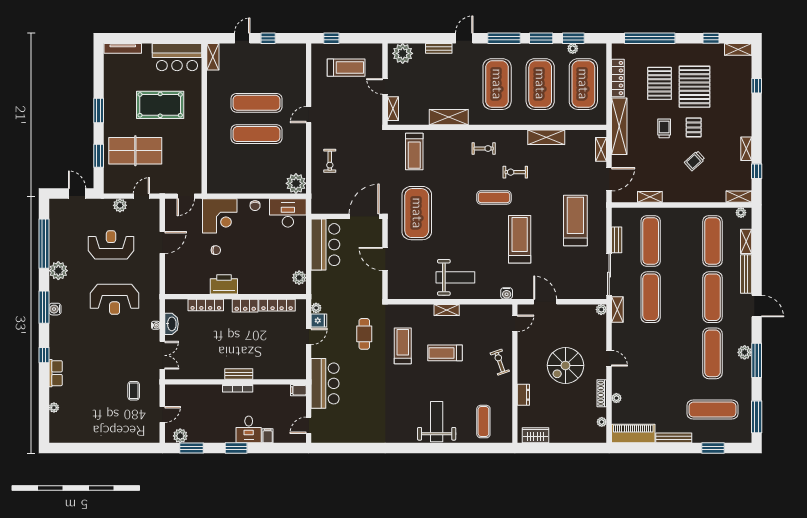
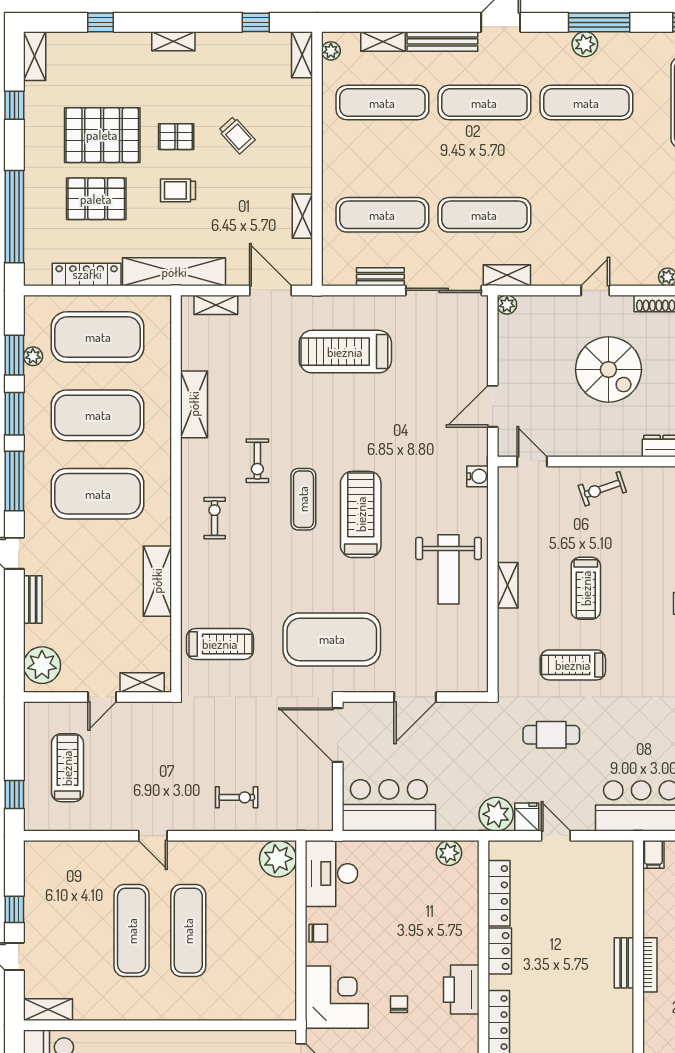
shelving: (746, 149) -> (173, 41), moved
treadmill: (520, 239) -> (361, 514), moved, turned 90
weight bench: (455, 277) -> (449, 569), turned 180
plant: (316, 308) -> (496, 814), width x1.88, depth x1.88

